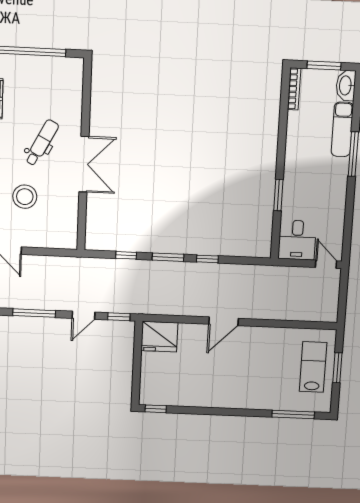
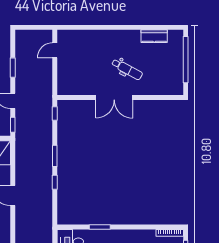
stool: (25, 197) -> (91, 59), removed
window: (126, 255) -> (55, 113), moved
window: (34, 313) -> (13, 68), width x0.69

